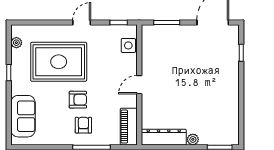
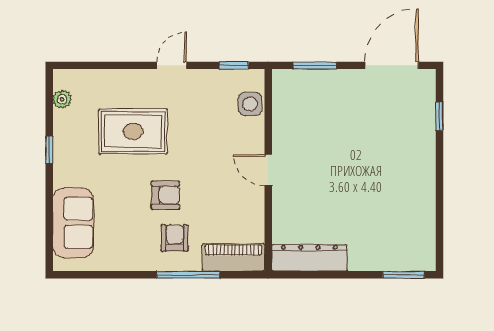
rug: (59, 62) -> (133, 131), width x0.73, depth x0.69
door: (139, 85) -> (268, 170), hinge flipped
piano: (129, 127) -> (234, 257), moved, turned 90
plant: (193, 139) -> (358, 262), removed

